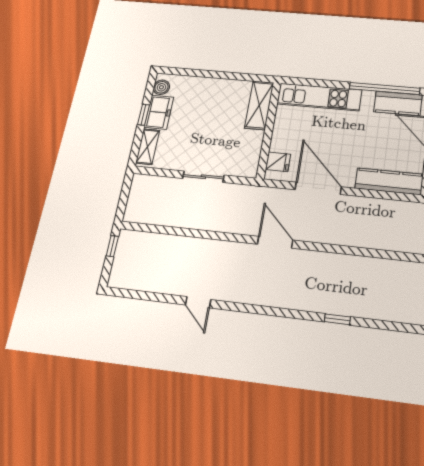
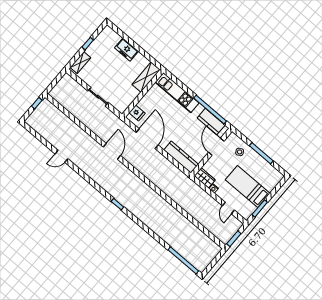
boiler: (161, 87) -> (105, 34), removed
freezer: (159, 112) -> (126, 50), moved, turned 90
door: (198, 302) -> (61, 156), hinge flipped

